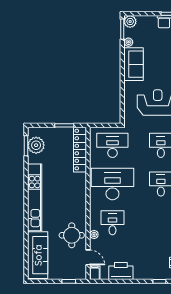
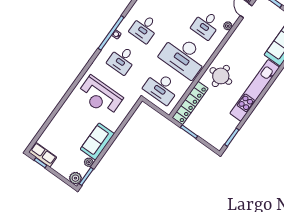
plant: (36, 145) -> (223, 132), removed
round table: (72, 235) -> (221, 76), moved

